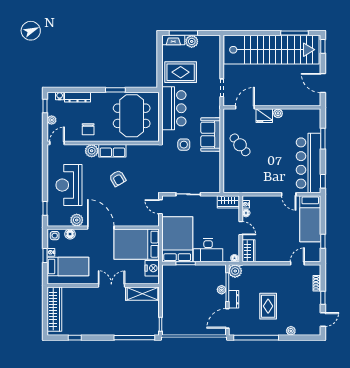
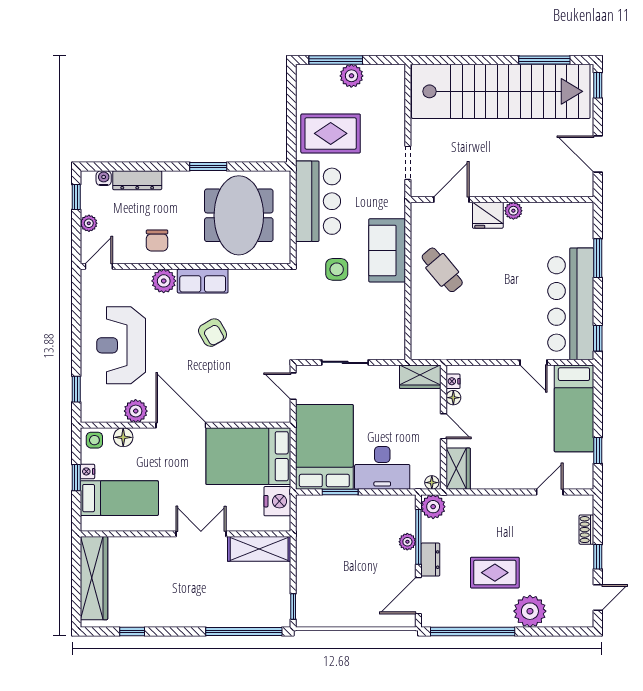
fireplace: (173, 40) -> (317, 73), removed
rug: (268, 306) -> (495, 573), turned 90
plant: (291, 331) -> (530, 611), width x1.87, depth x1.87

